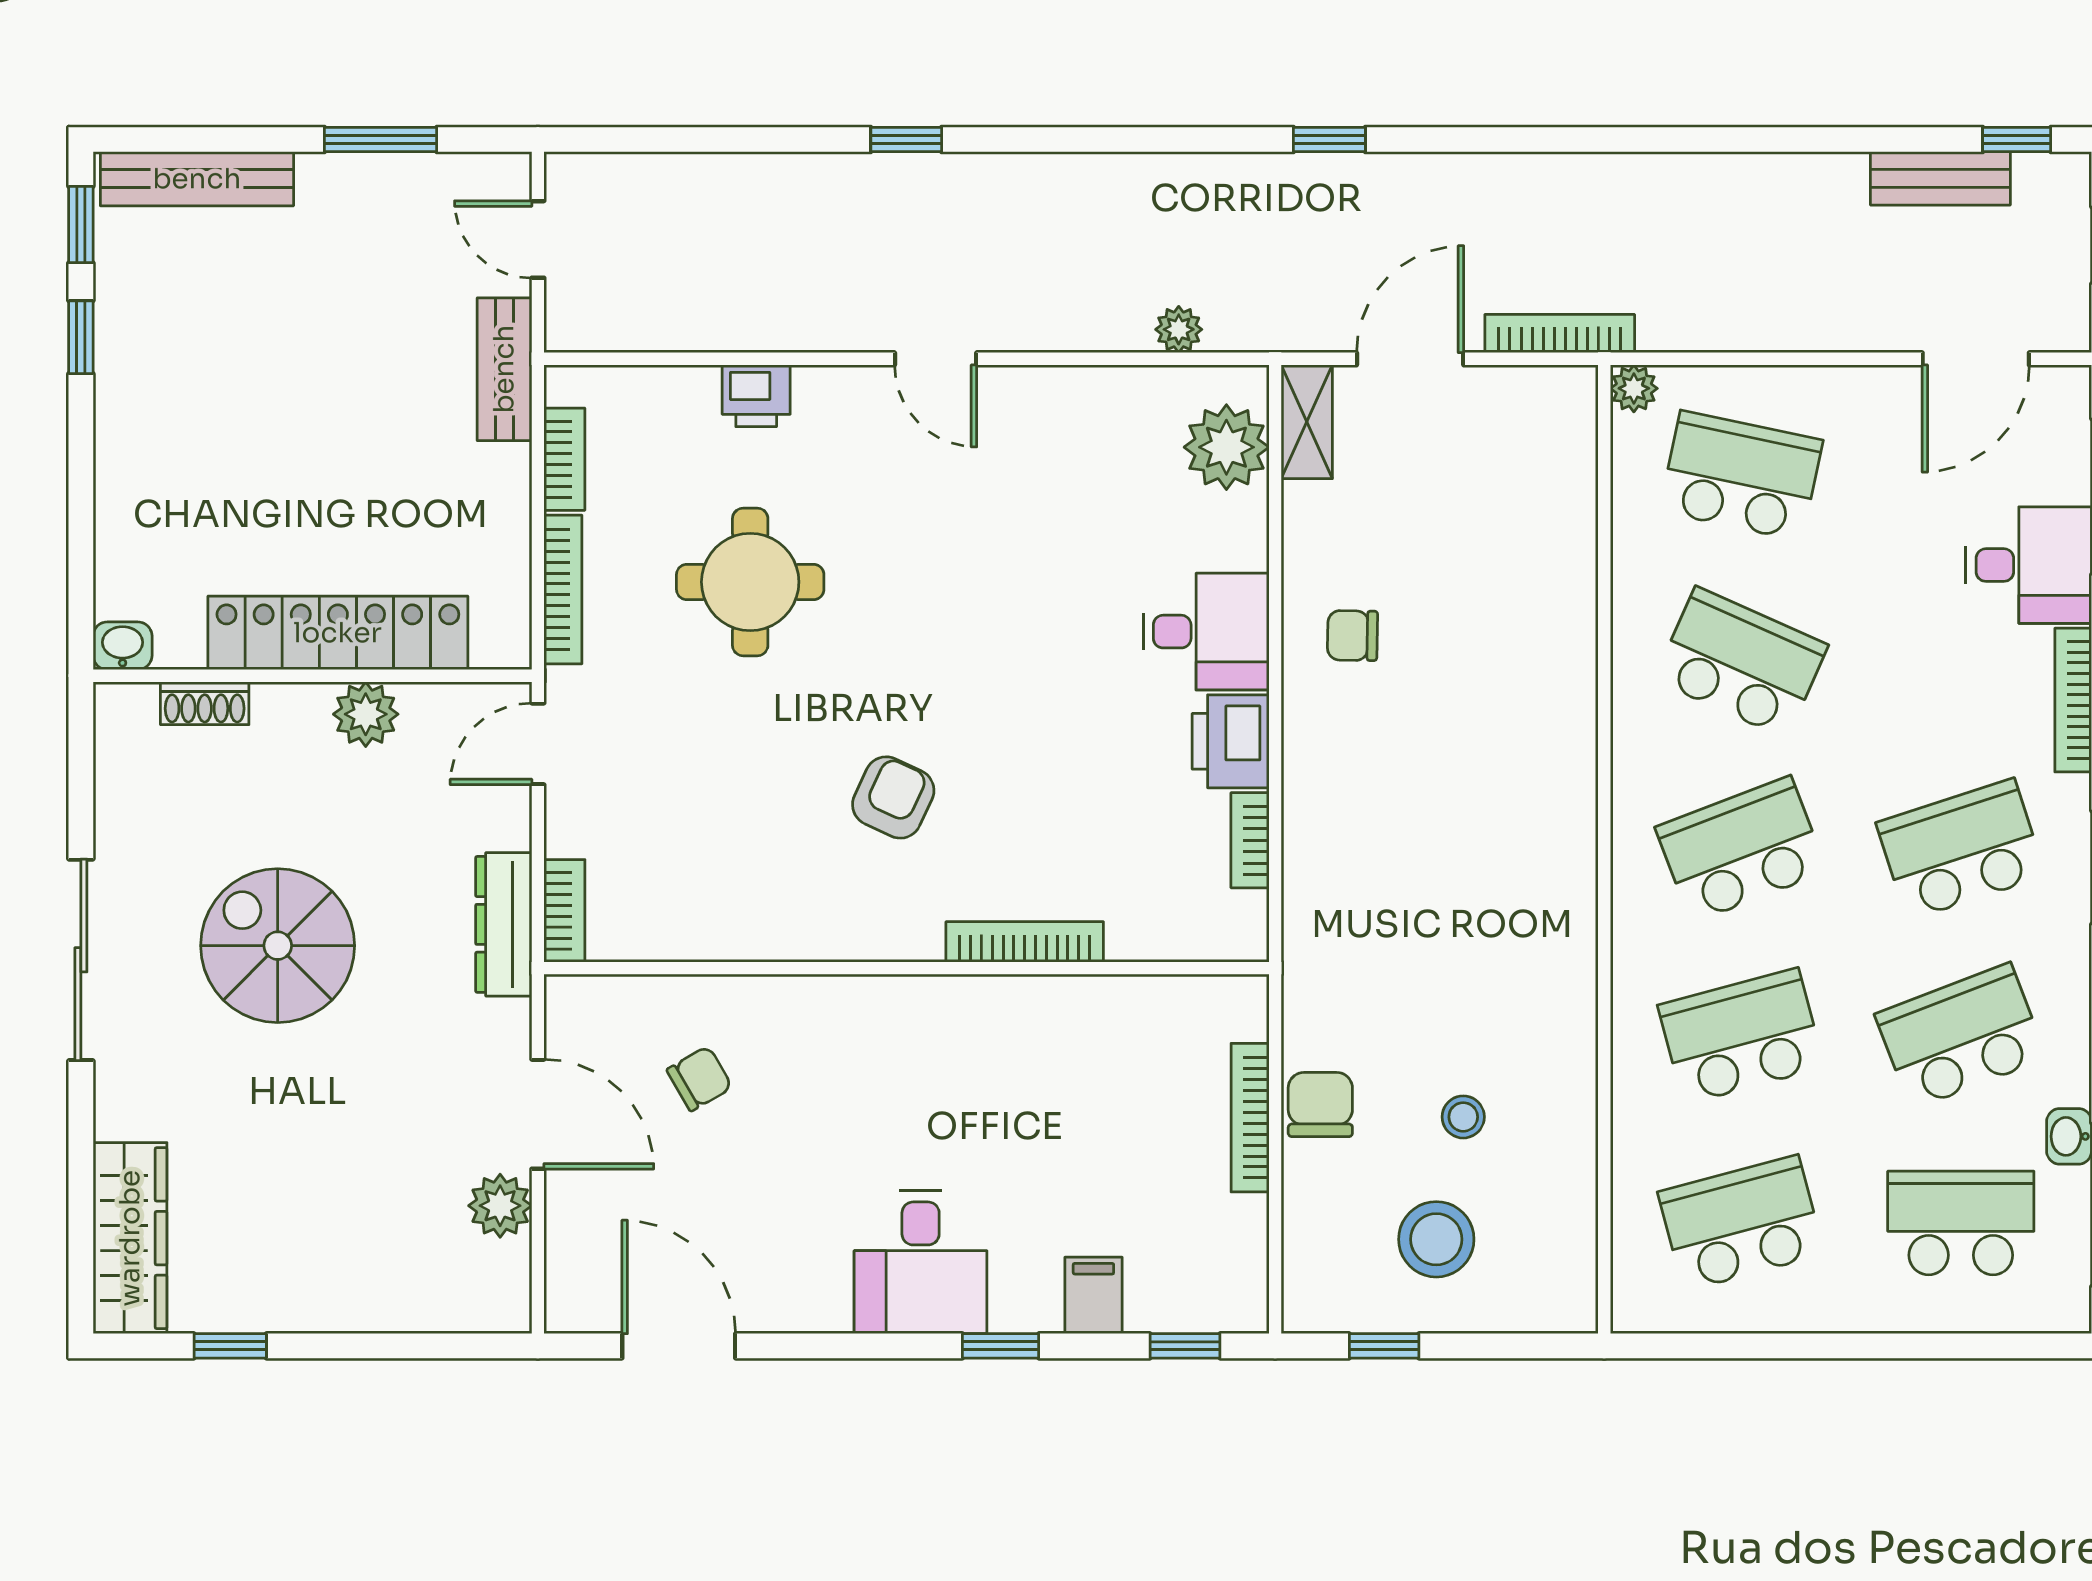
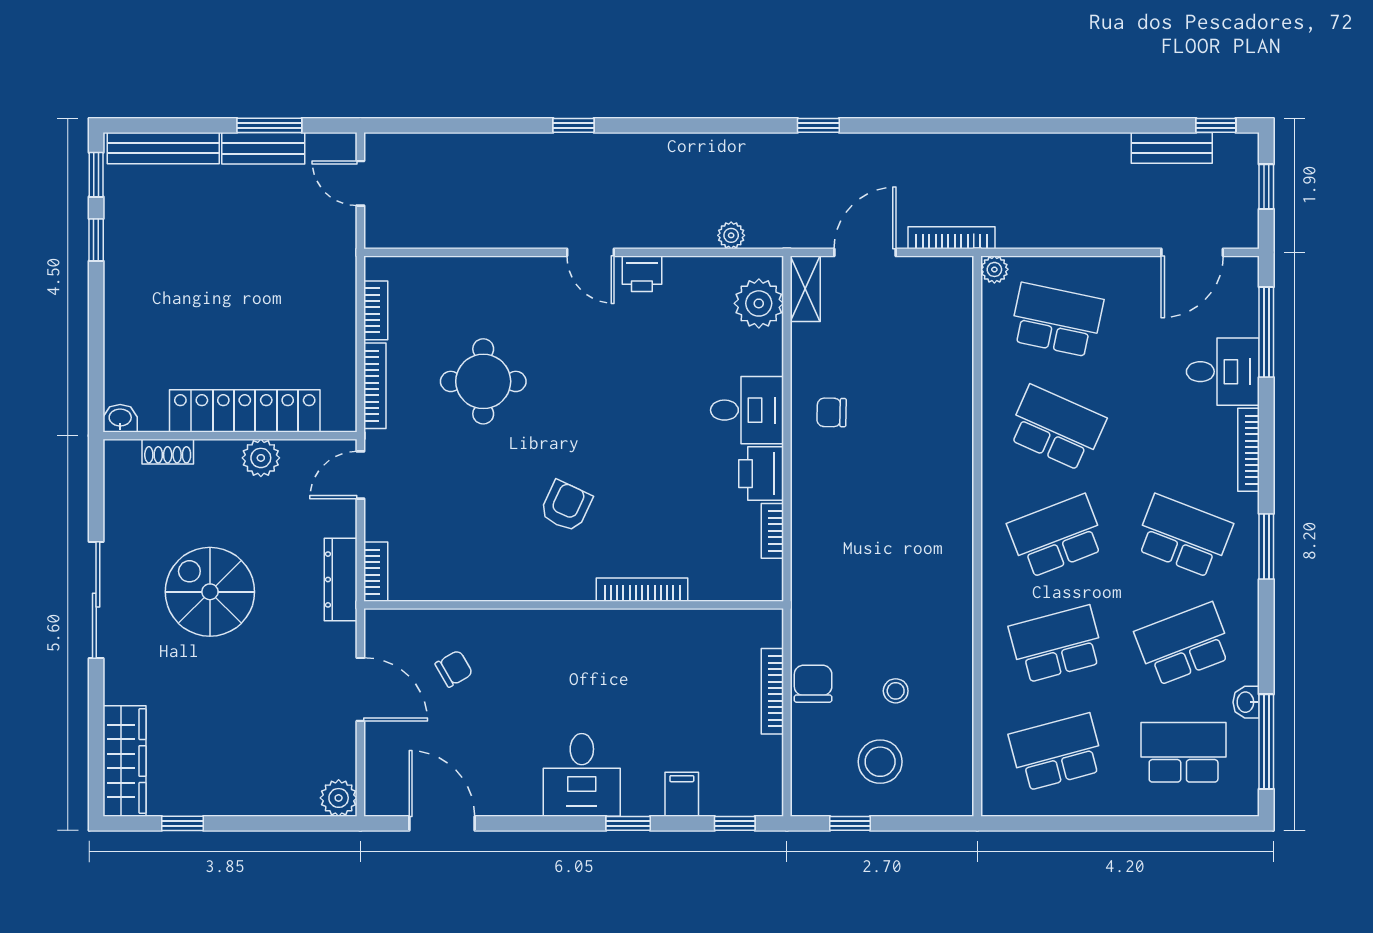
bench: (504, 369) -> (263, 148), moved, turned 90
printer: (756, 396) -> (642, 274), moved
school desk: (1961, 849) -> (1184, 536), turned 39
plant: (500, 1206) -> (339, 798), moved

